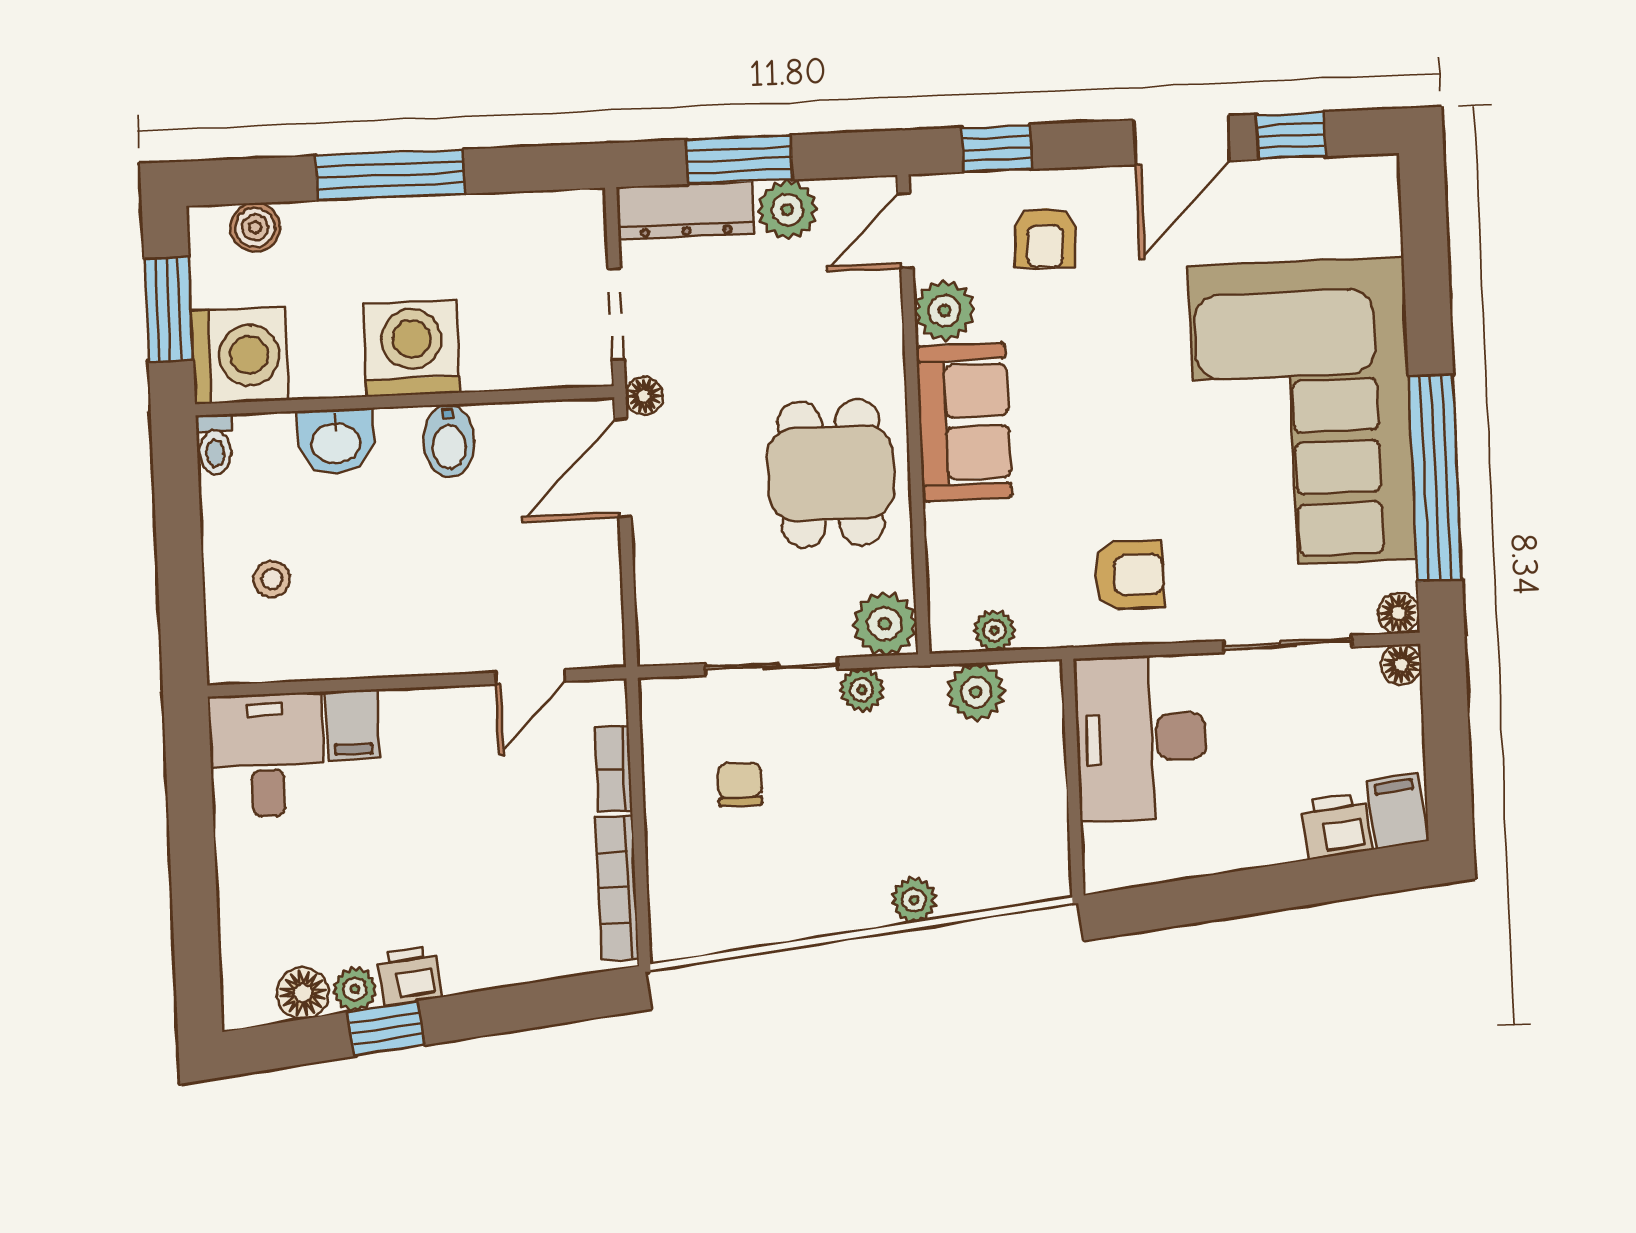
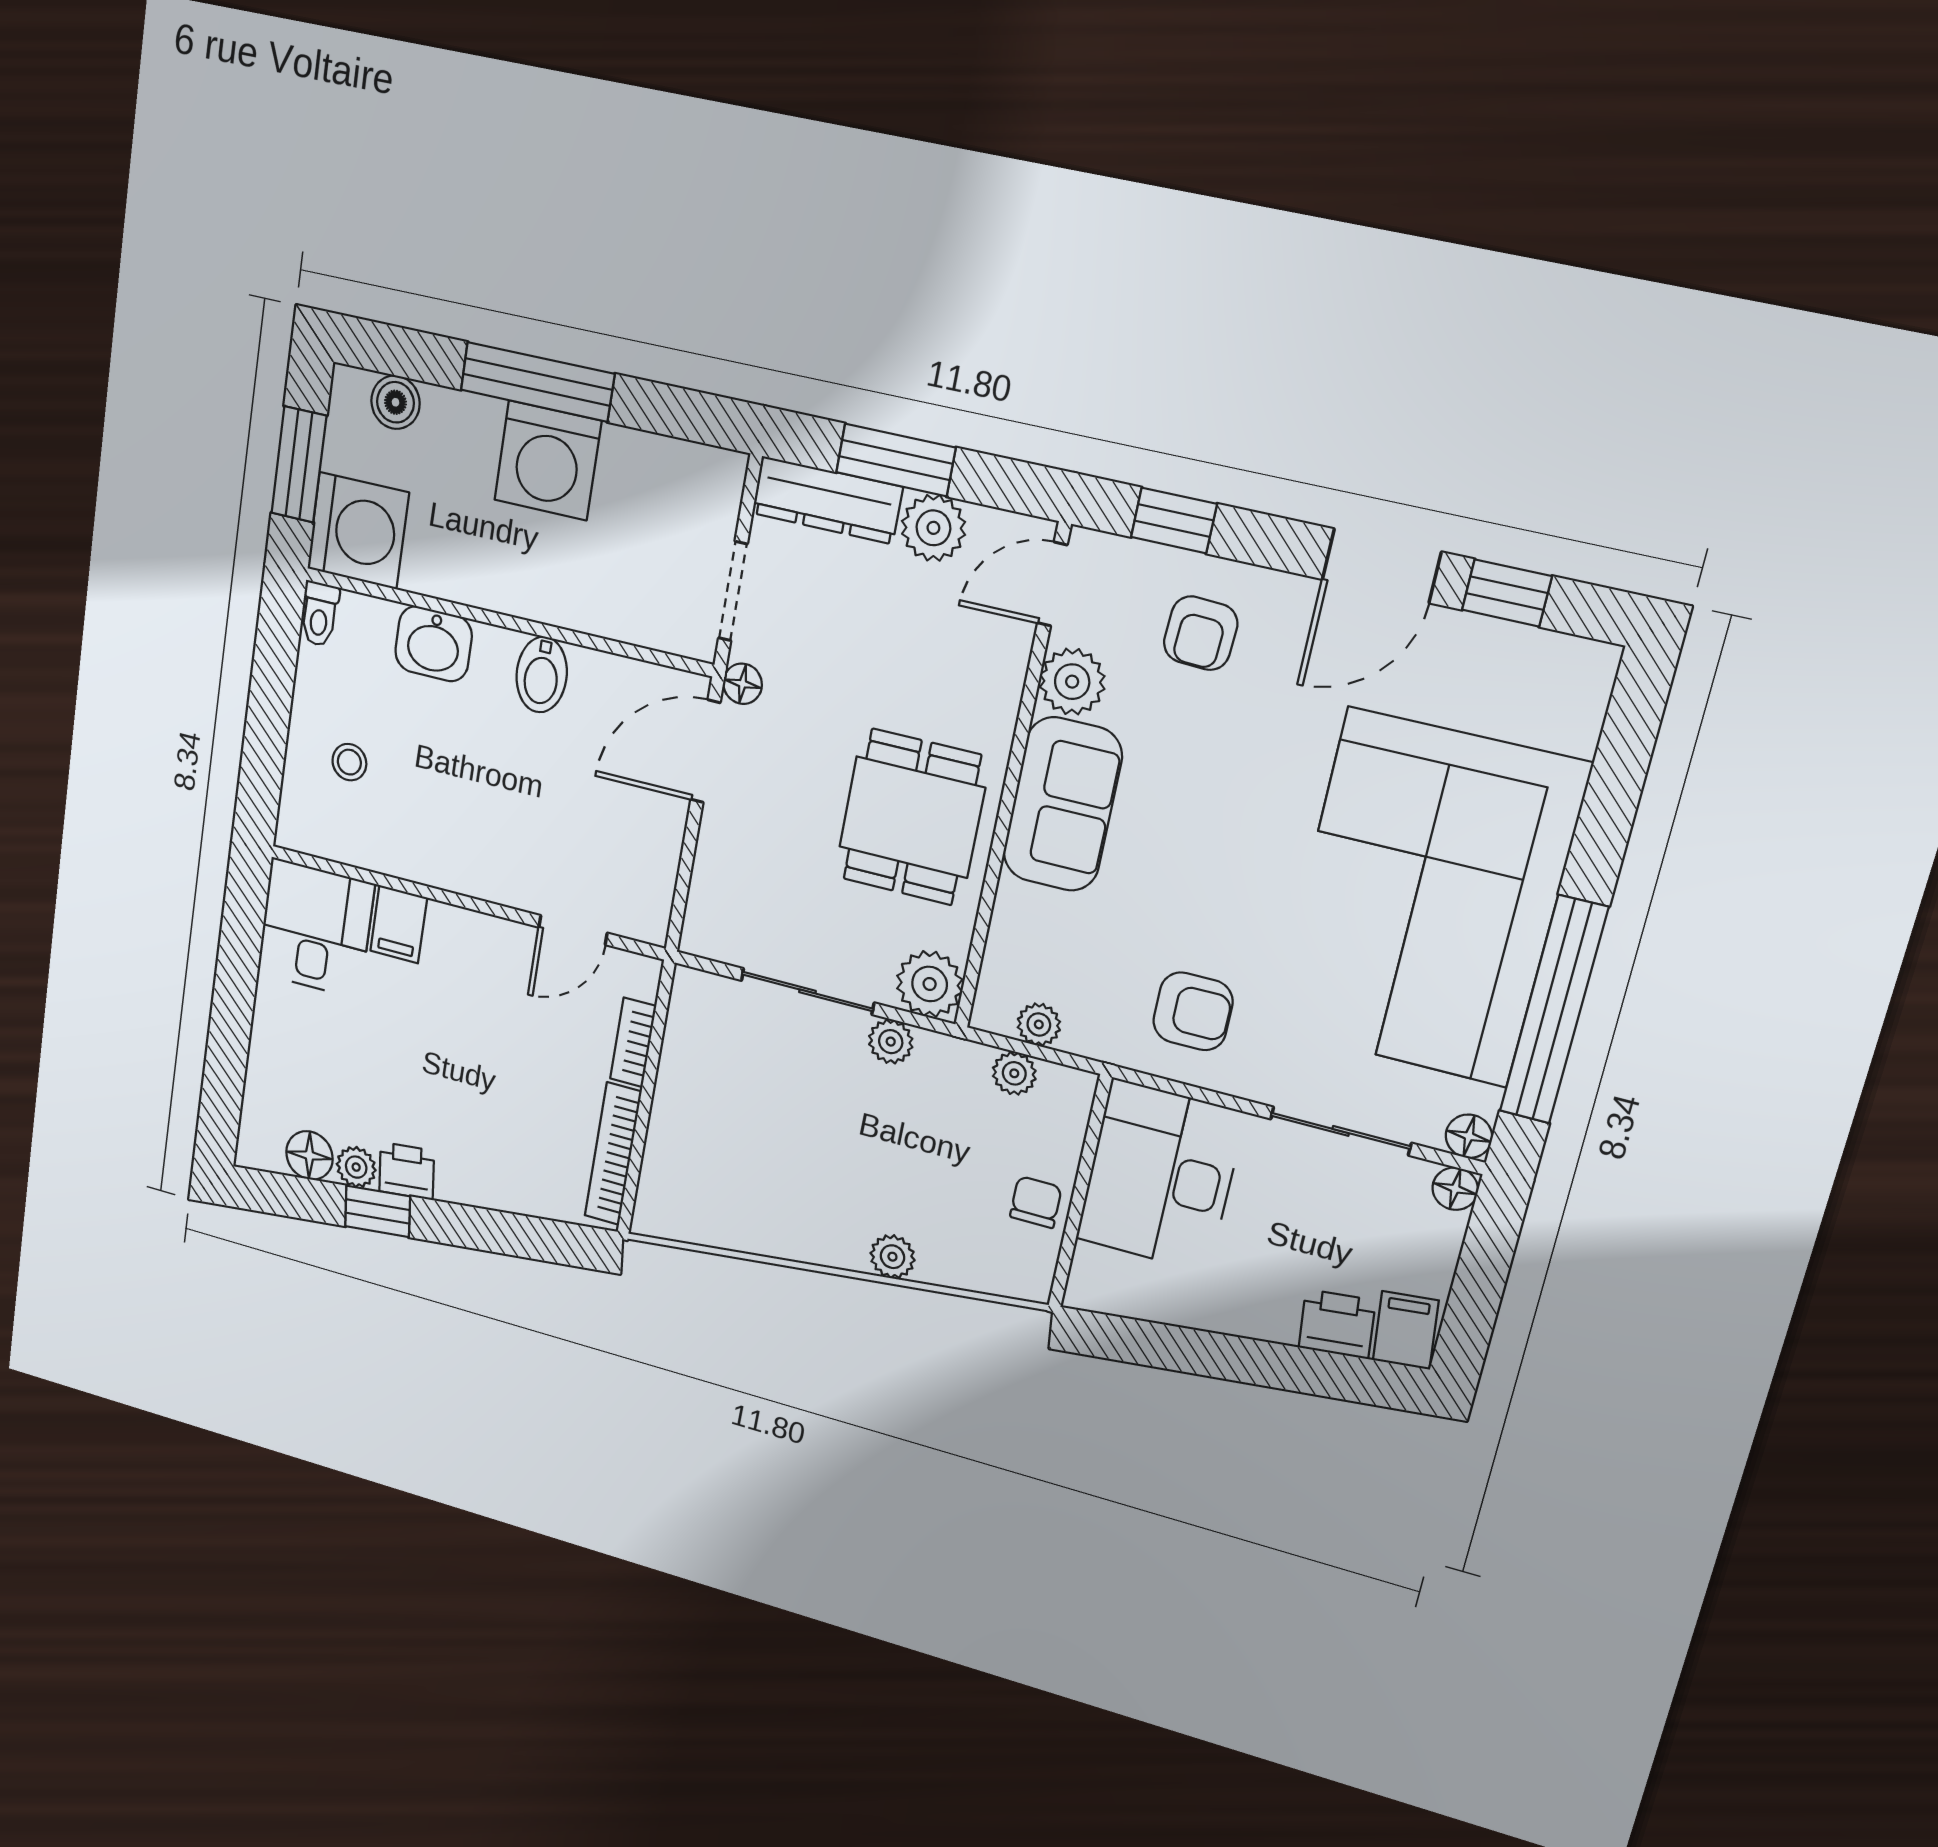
washing machine: (412, 348) -> (548, 460), moved, turned 180
plant: (976, 692) -> (1014, 1073), width x0.73, depth x0.73
chair: (740, 784) -> (1036, 1202), moved

